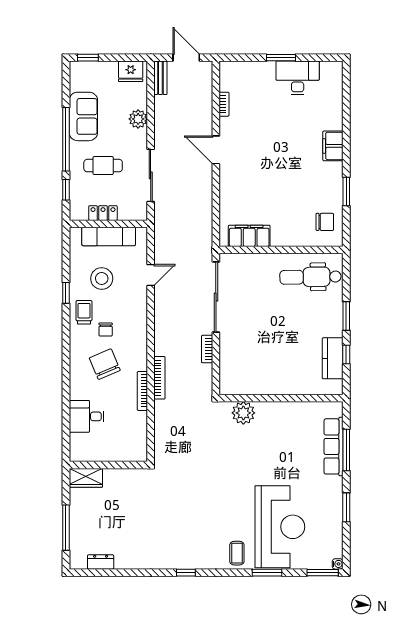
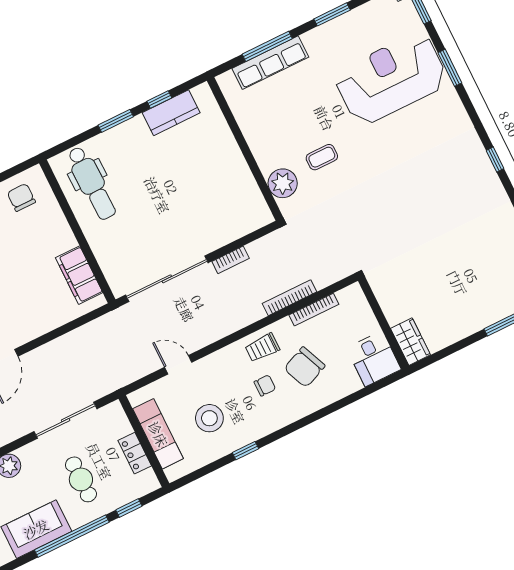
trolley: (84, 312) -> (262, 348), moved
wall: (108, 465) -> (383, 323), moved
wardrobe: (86, 478) -> (410, 342), moved
coffee table: (237, 553) -> (322, 157), moved

